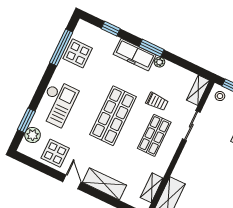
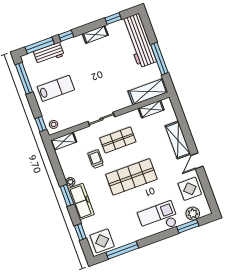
display table: (78, 53) -> (102, 241), moved
sliding door: (191, 126) -> (101, 119), moved

